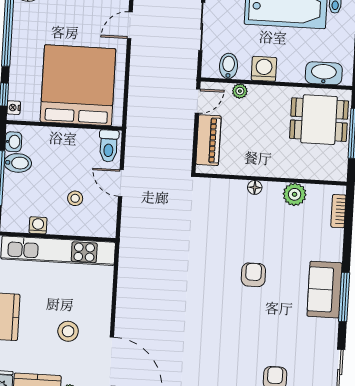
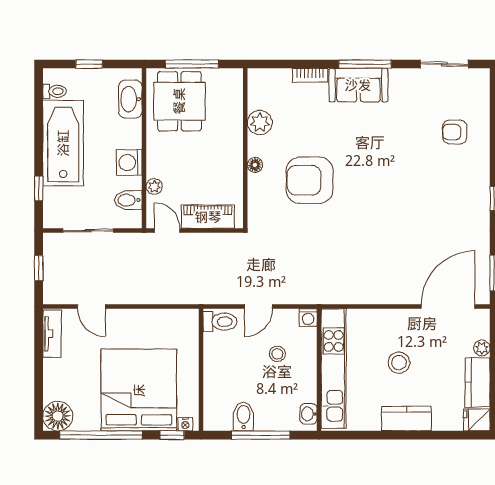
bed: (78, 85) -> (139, 390), moved, turned 90
washbasin: (13, 142) -> (309, 414), moved, turned -90
bookcase: (338, 211) -> (310, 75), moved
washing machine: (38, 225) -> (308, 318), moved, turned -90
armchair: (253, 275) -> (310, 180), moved, width x1.88, depth x1.88
stool: (68, 331) -> (399, 363), moved

